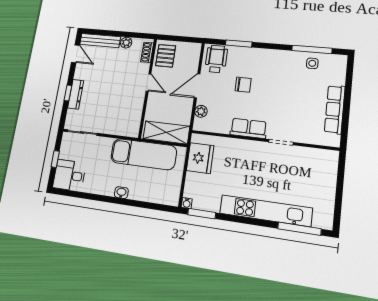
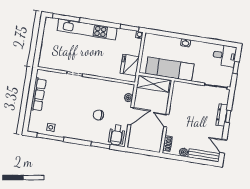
pallet: (166, 56) -> (154, 140), removed
row of seats: (248, 128) -> (96, 84), removed

